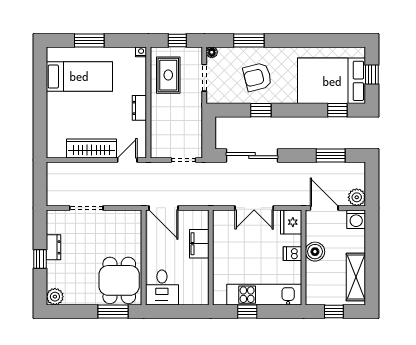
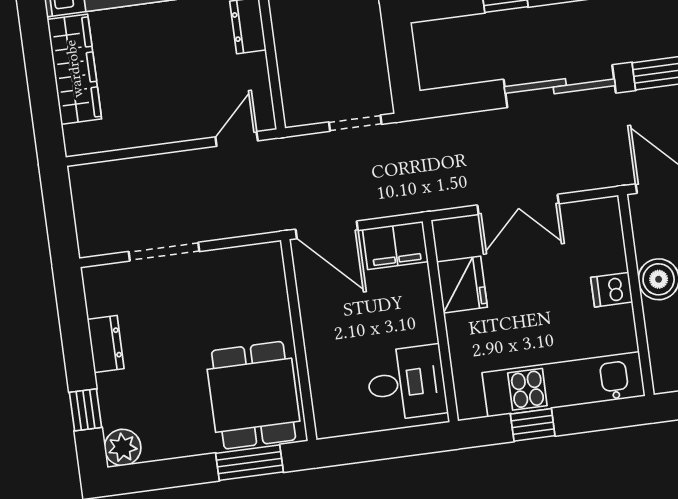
wardrobe: (92, 148) -> (74, 69), moved, turned 90
sliding door: (252, 156) -> (560, 86), moved
fridge: (291, 222) -> (462, 285), moved, turned 180
filing cabinet: (199, 244) -> (395, 245), moved, turned -90
window: (40, 259) -> (86, 410), moved
desk: (162, 287) -> (406, 383), moved, turned -90

